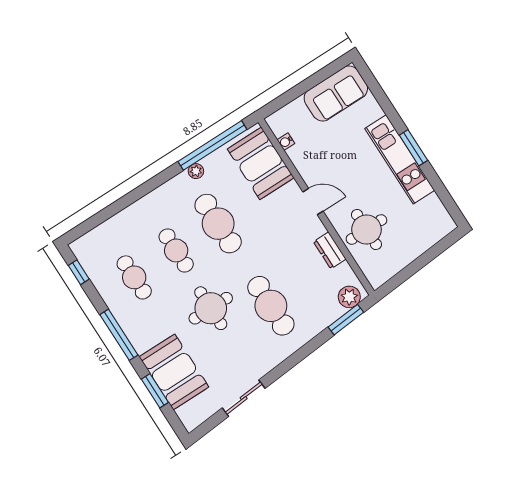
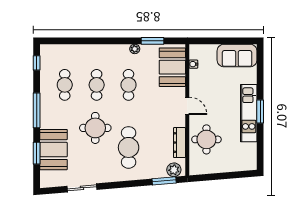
window: (212, 145) -> (152, 41), width x0.47
cafe table: (218, 224) -> (129, 85), width x0.73, depth x0.74
dresser: (330, 250) -> (179, 143), width x1.44

